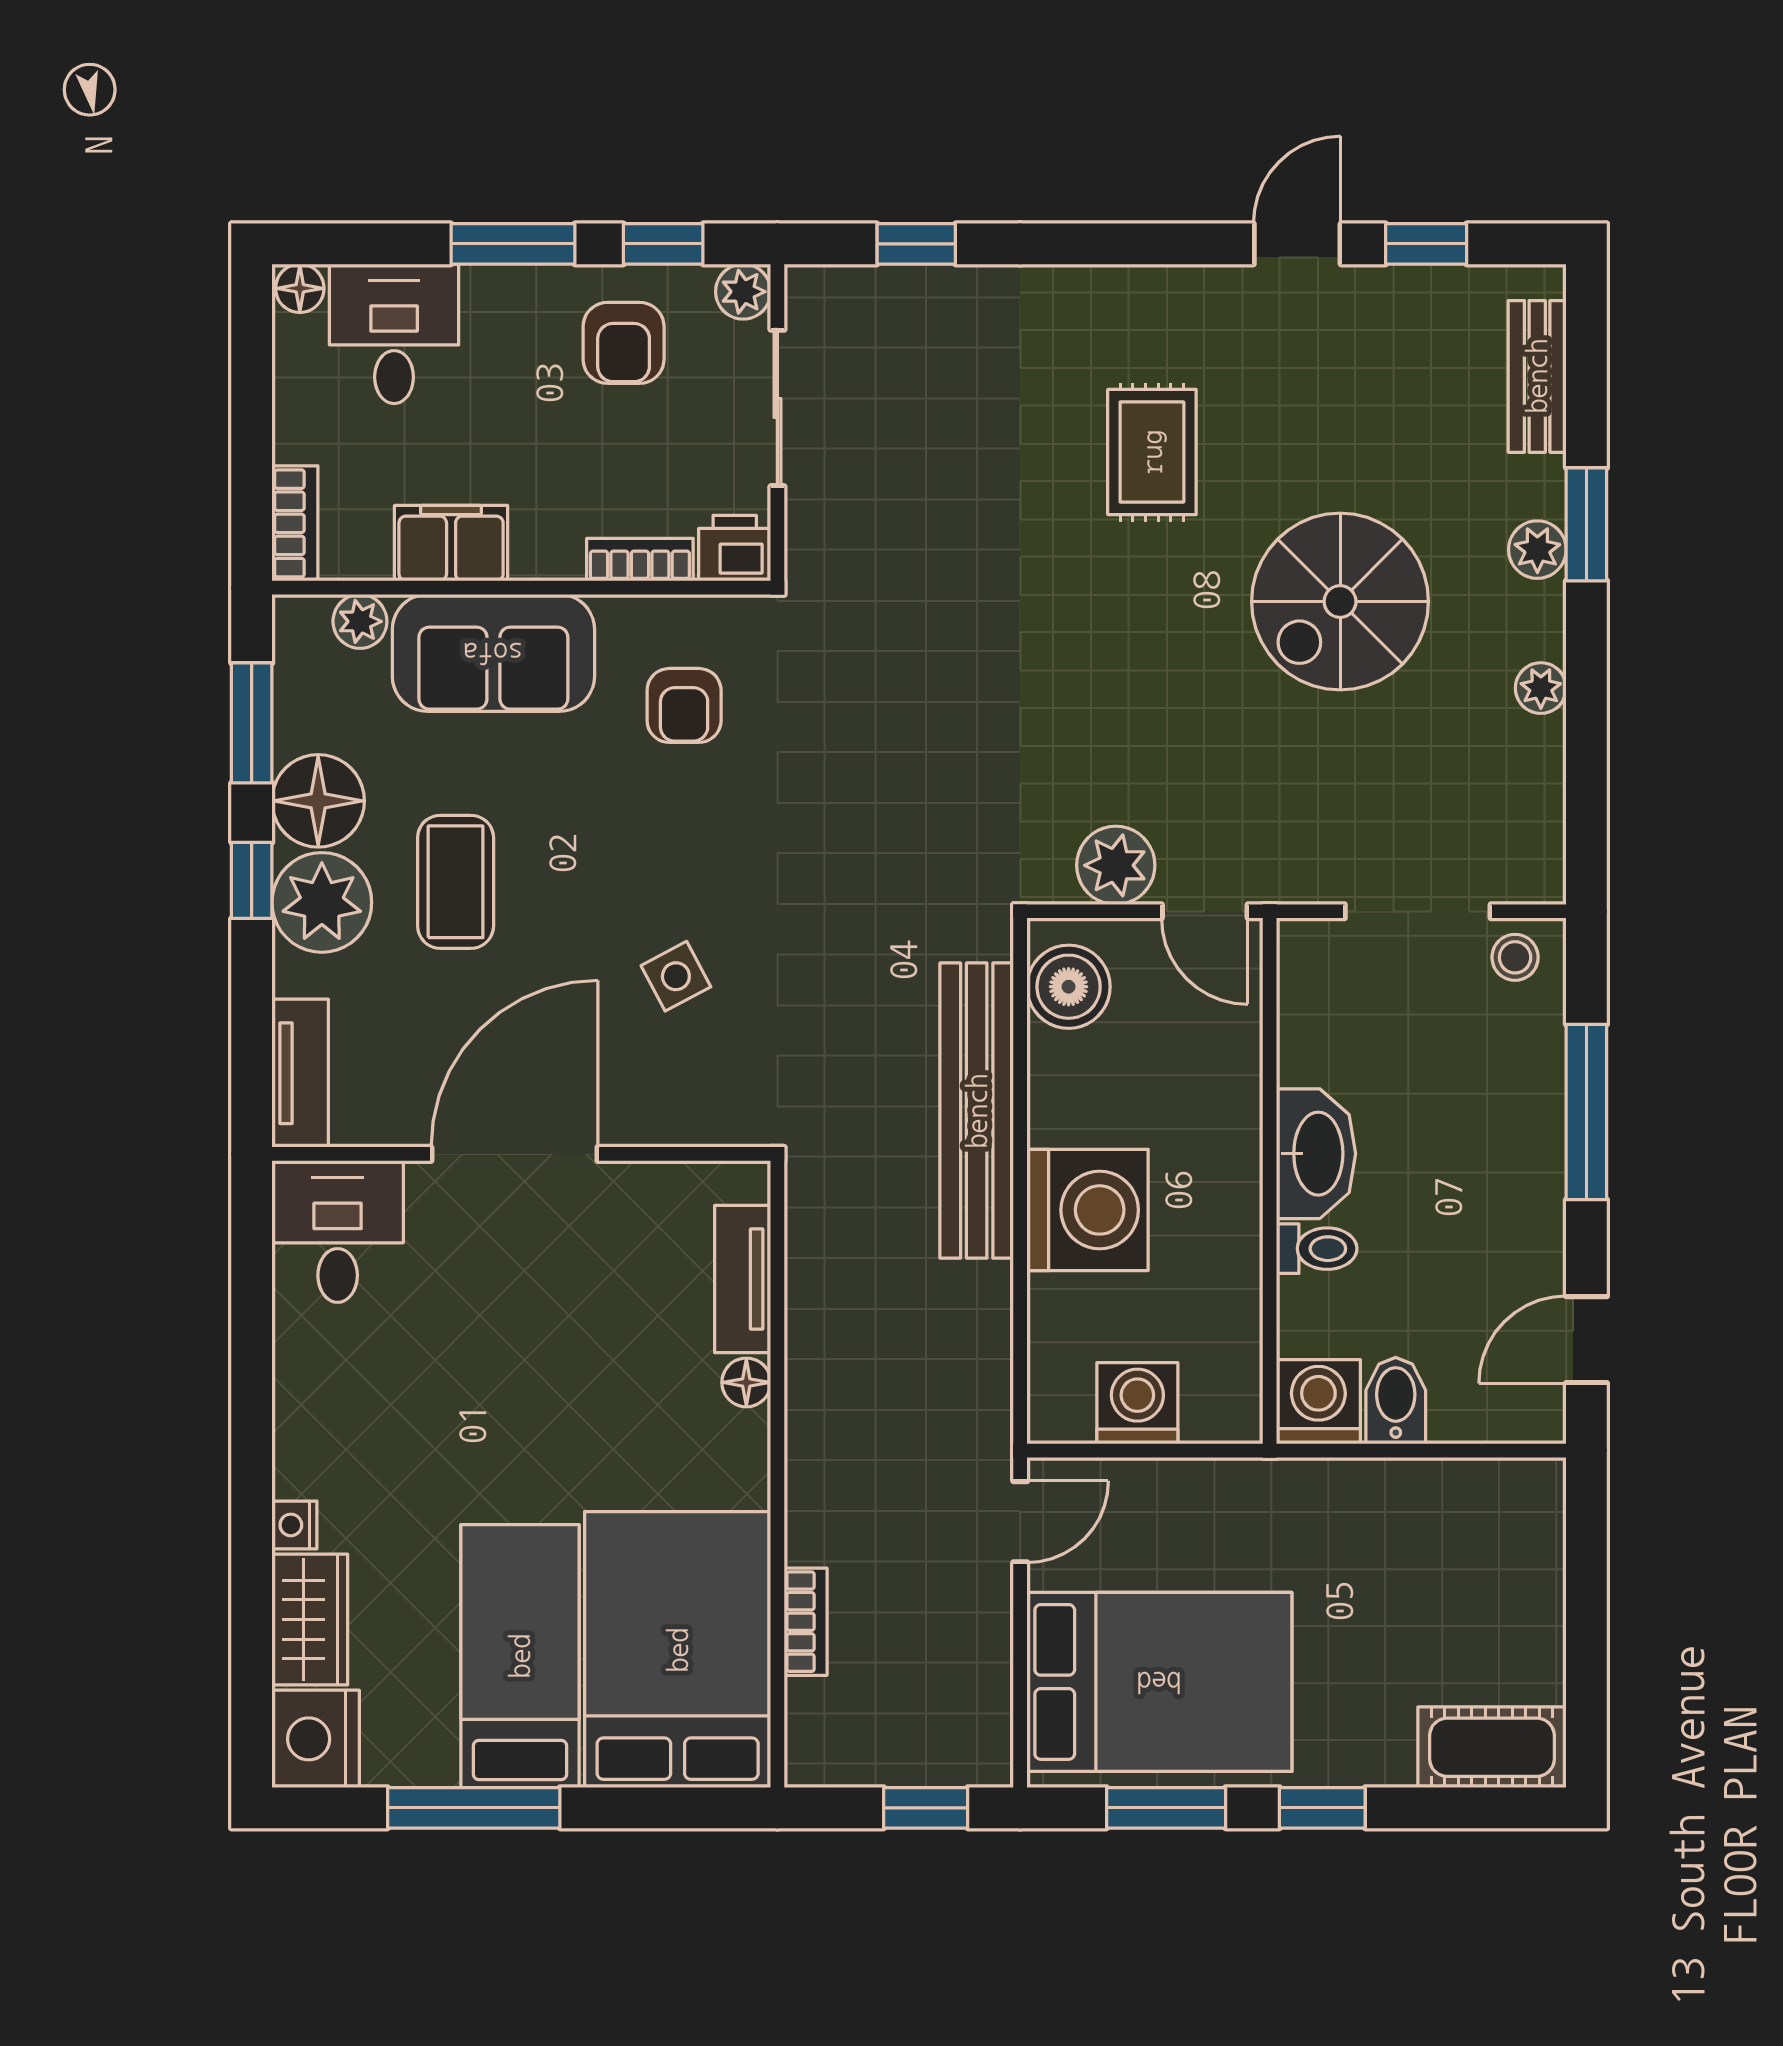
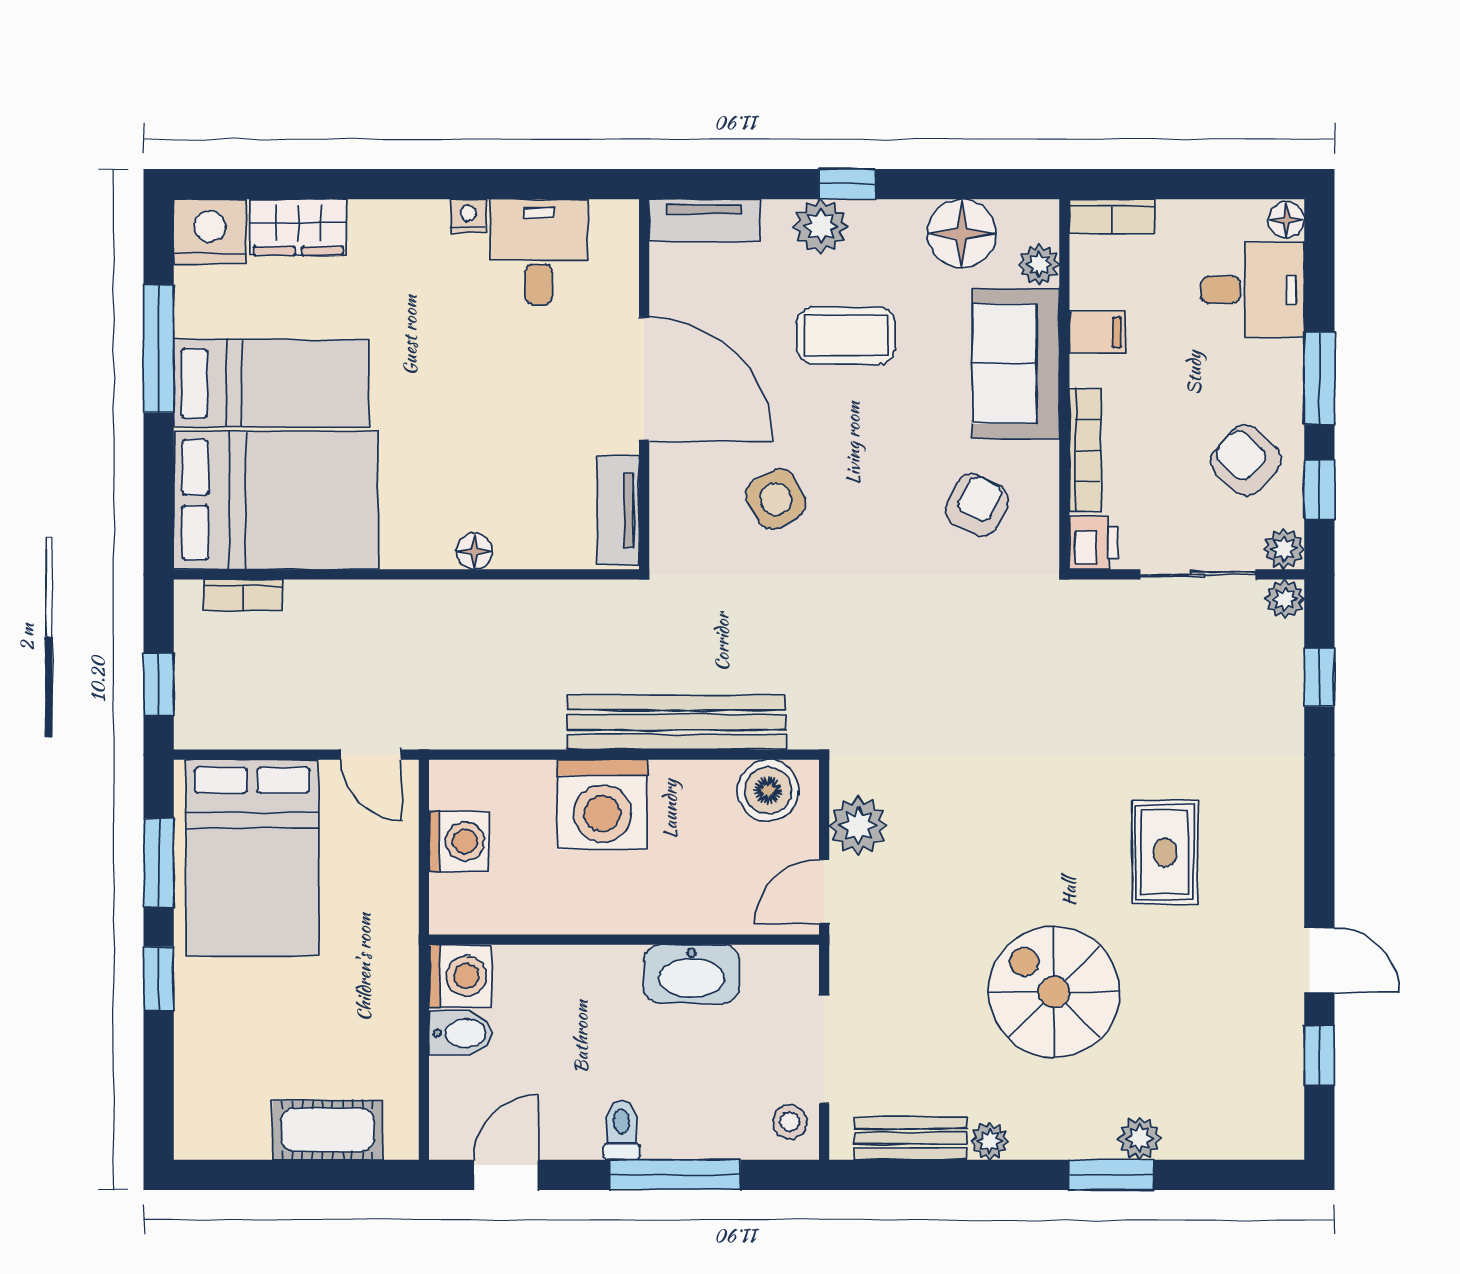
plant: (811, 291) -> (1285, 599), added
armchair: (624, 343) -> (1246, 460), turned 43
bench: (1537, 376) -> (911, 1138), moved
rug: (1152, 452) -> (1165, 852), turned 90
filing cabinet: (451, 543) -> (1097, 332), width x0.50
plant: (1537, 550) -> (1139, 1138), moved
bookcase: (640, 560) -> (1085, 450), width x1.56
armchair: (684, 705) -> (977, 505), turned 116
window: (252, 723) -> (964, 184), removed
floor lamp: (318, 801) -> (962, 233), moved
plant: (322, 902) -> (821, 226), width x0.73, depth x0.73
side table: (676, 976) -> (776, 499), width x1.37, depth x1.37
washbasin: (1316, 1154) -> (692, 974), moved
desk: (338, 1232) -> (539, 252), moved, turned -90
toilet: (1317, 1249) -> (621, 1130), moved, turned 180
tv unit: (743, 1279) -> (618, 511), moved, turned -90
door: (1586, 1340) -> (506, 1175), hinge flipped
nightstand: (294, 1525) -> (468, 216), moved
bookcase: (806, 1622) -> (243, 595), moved
cot: (1492, 1747) -> (328, 1130), moved, turned 90

